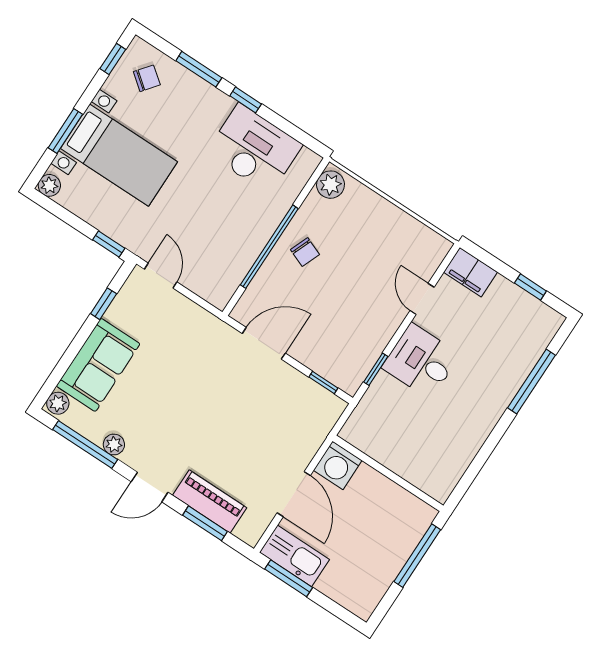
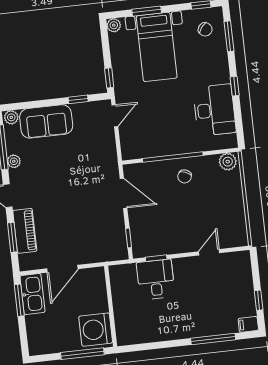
window: (199, 69) -> (229, 36), moved
filing cabinet: (470, 272) -> (248, 324), moved, width x0.50
desk: (421, 361) -> (156, 279), moved
washing machine: (338, 465) -> (96, 330), moved, width x1.37, depth x1.37

